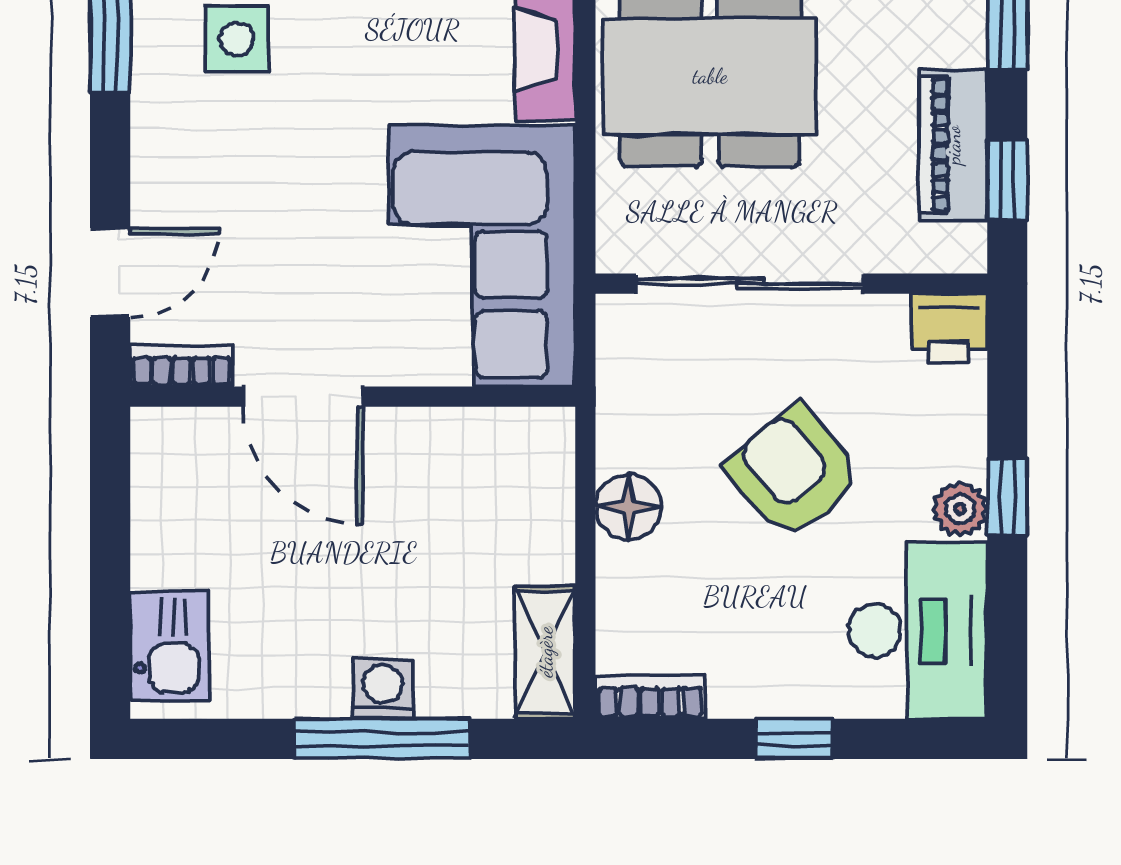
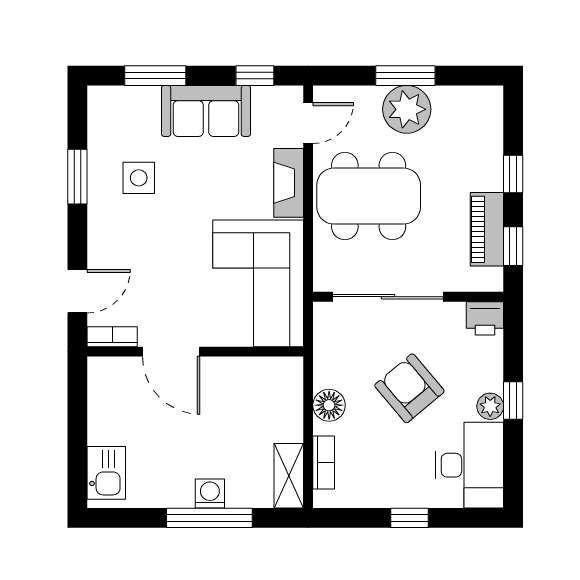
bookcase: (650, 697) -> (324, 462), moved, turned 90

